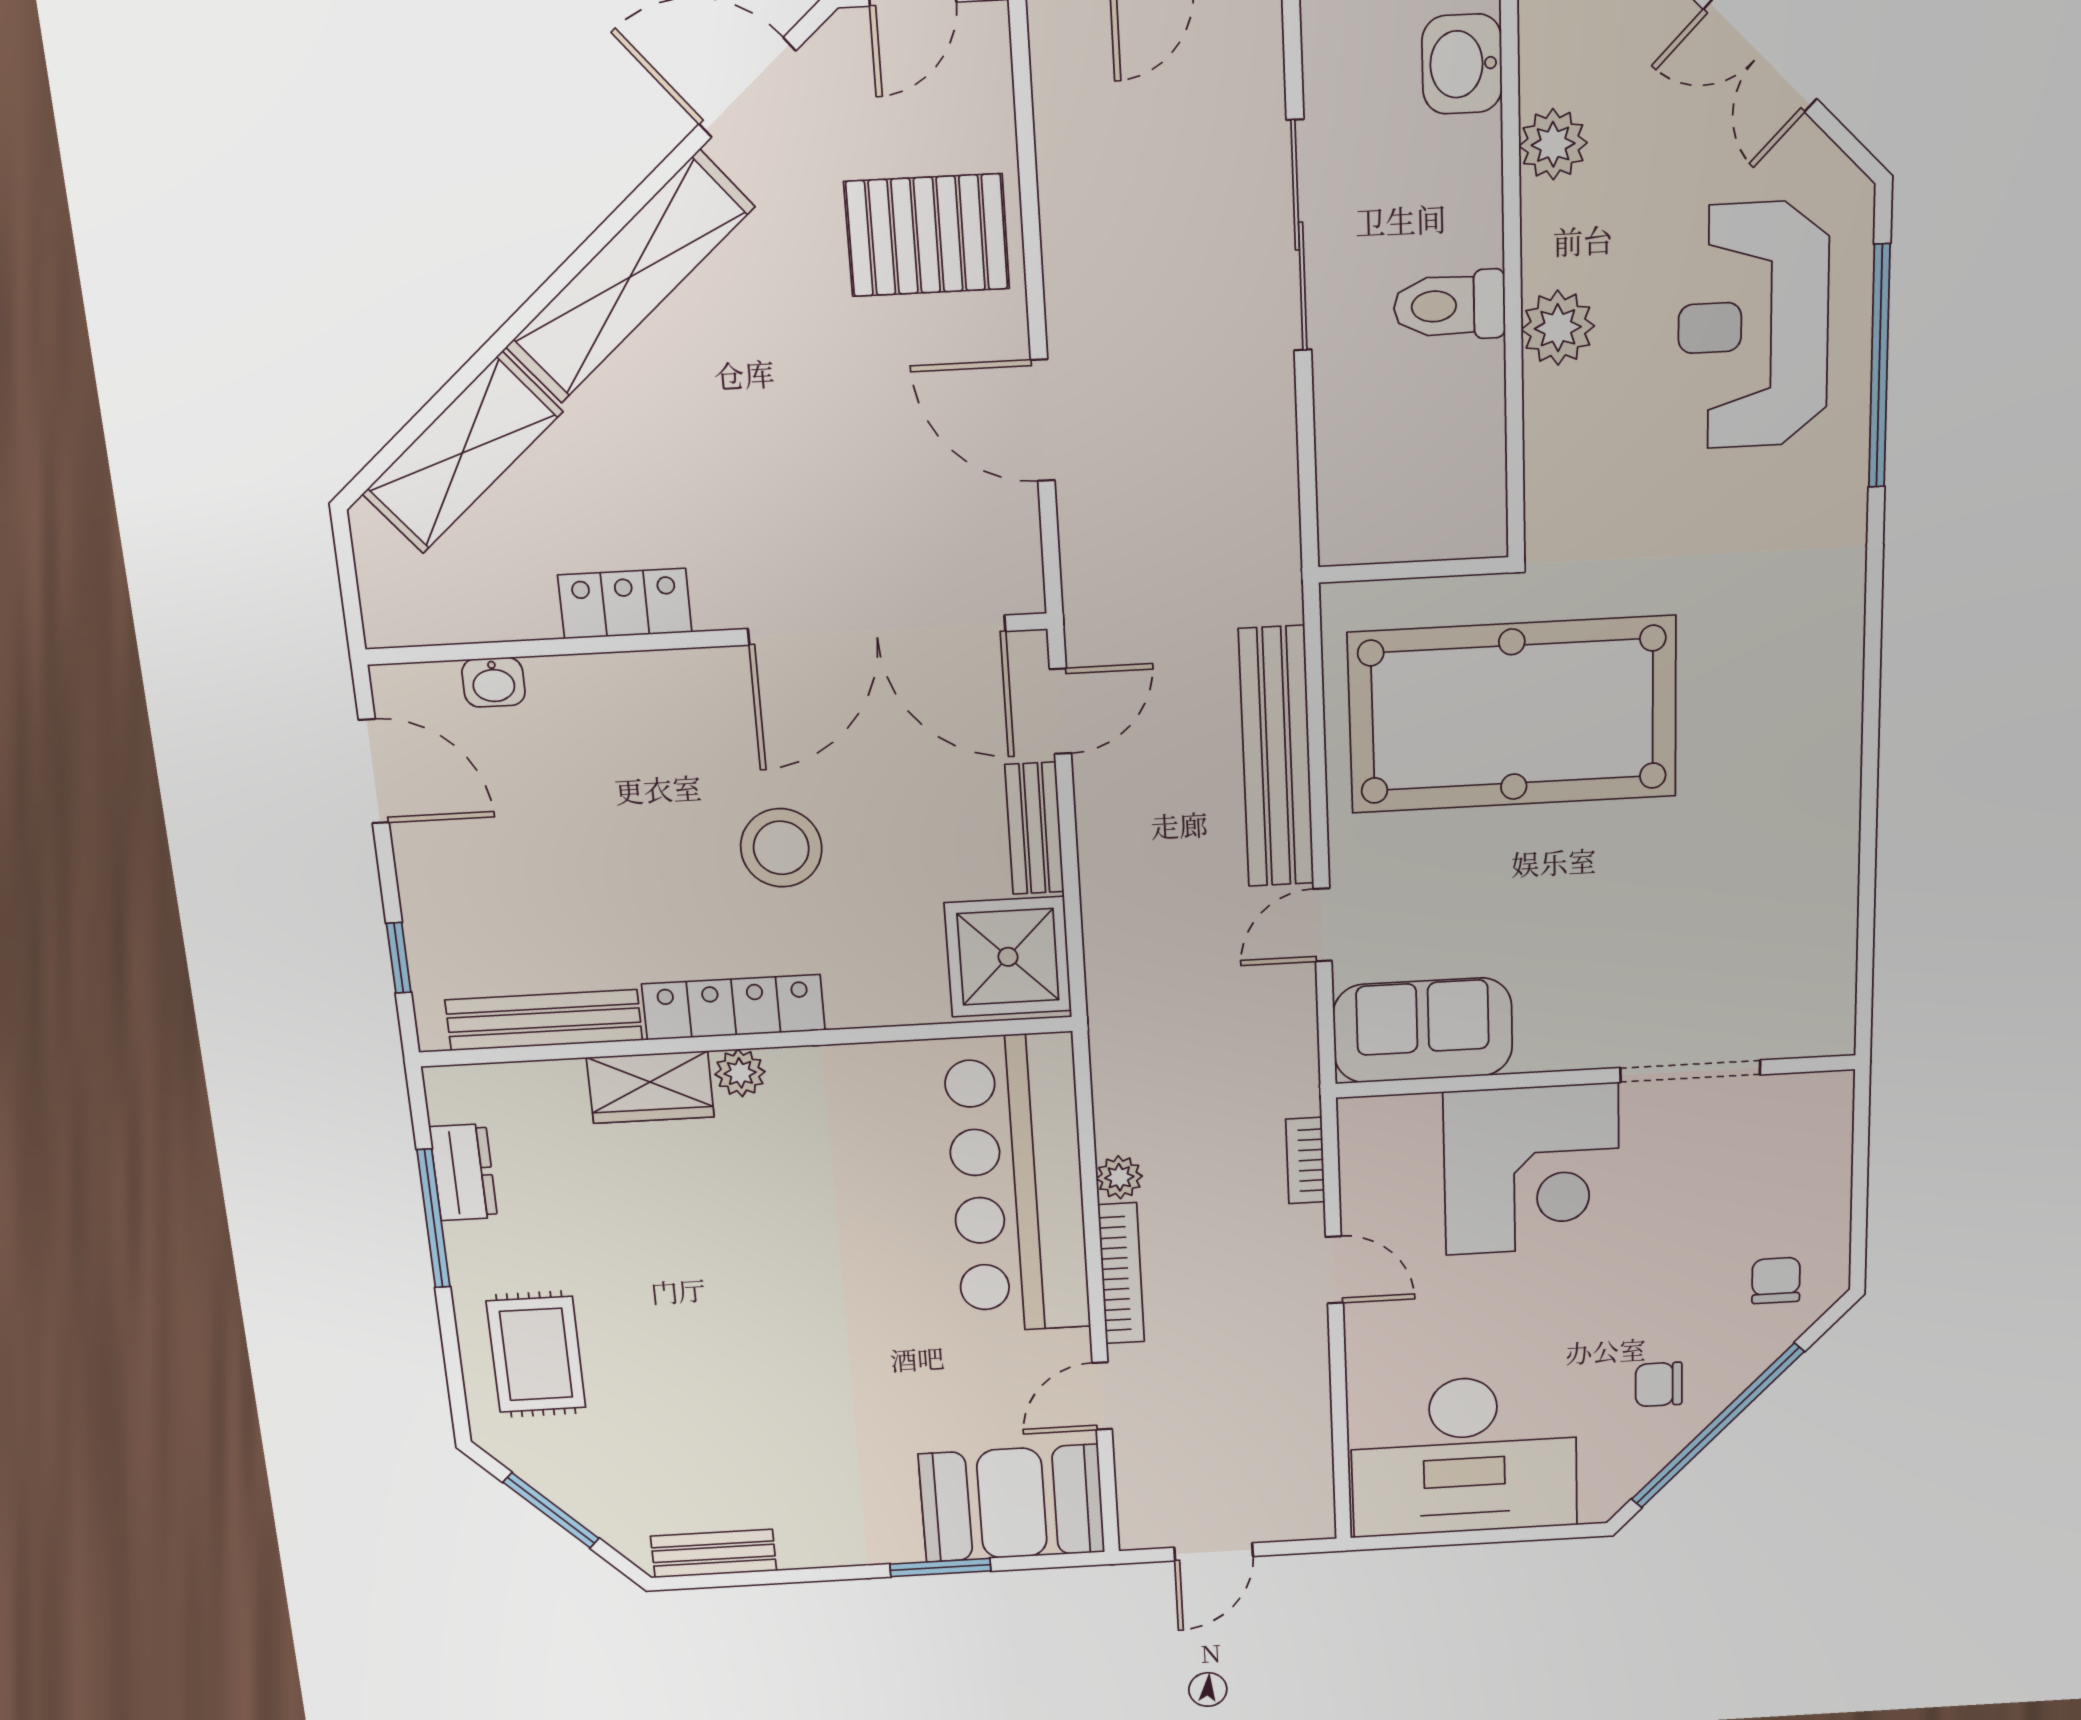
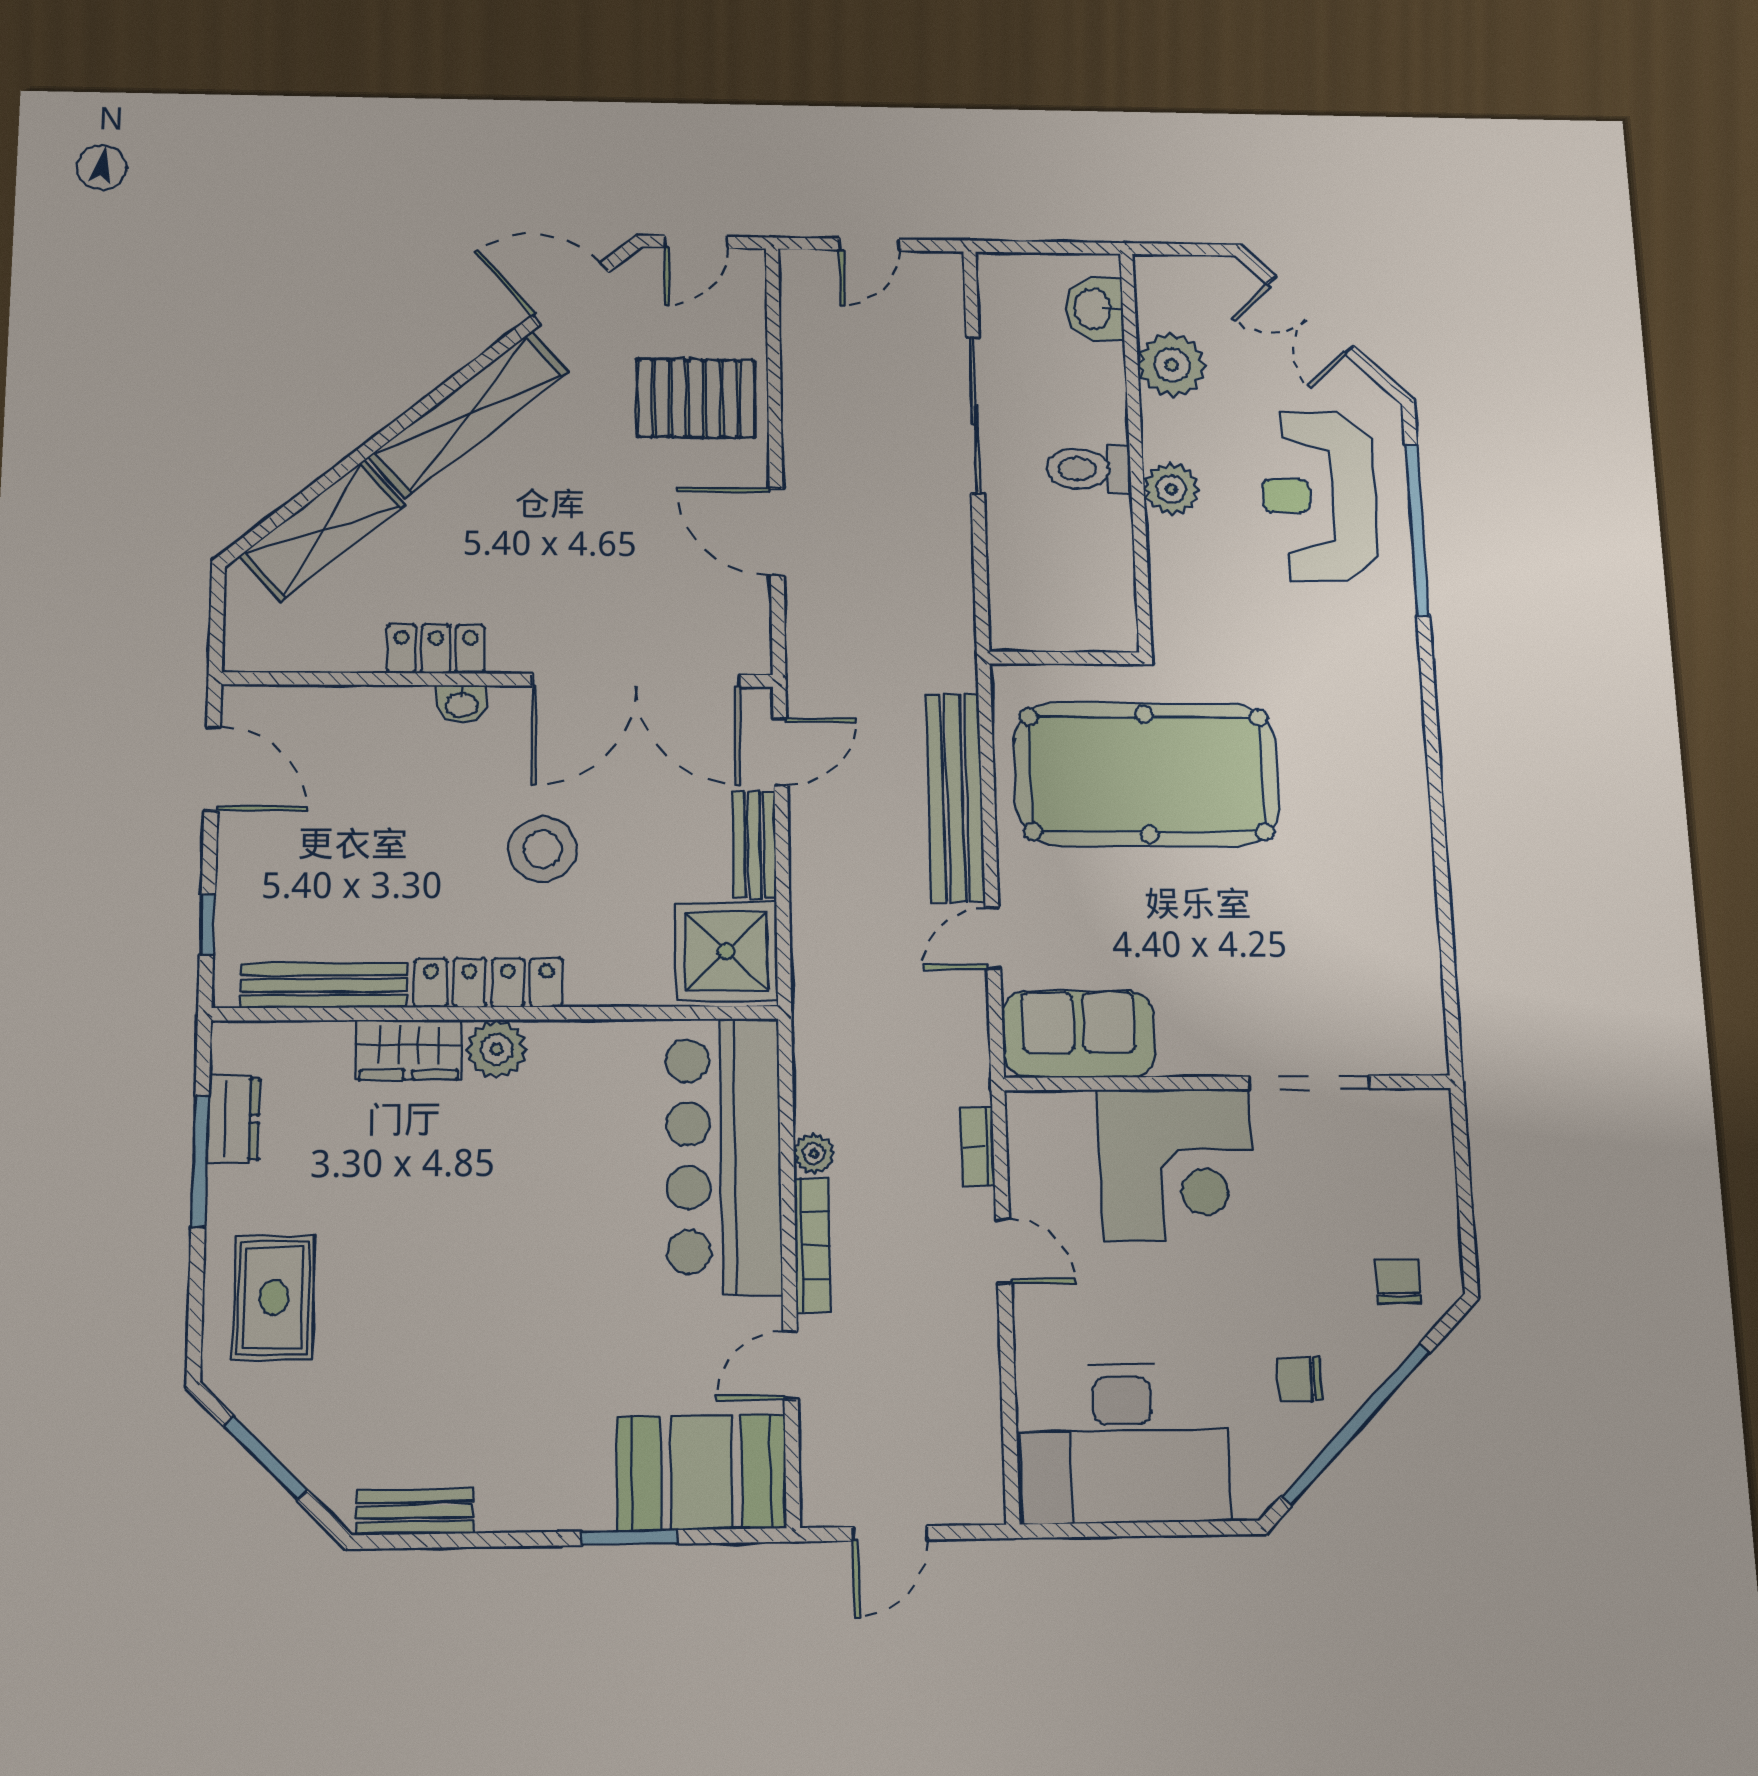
plant: (1553, 144) -> (1172, 365), width x1.36, depth x1.36
washbasin: (493, 682) -> (461, 704), moved
plant: (740, 1073) -> (497, 1049), width x1.38, depth x1.38

